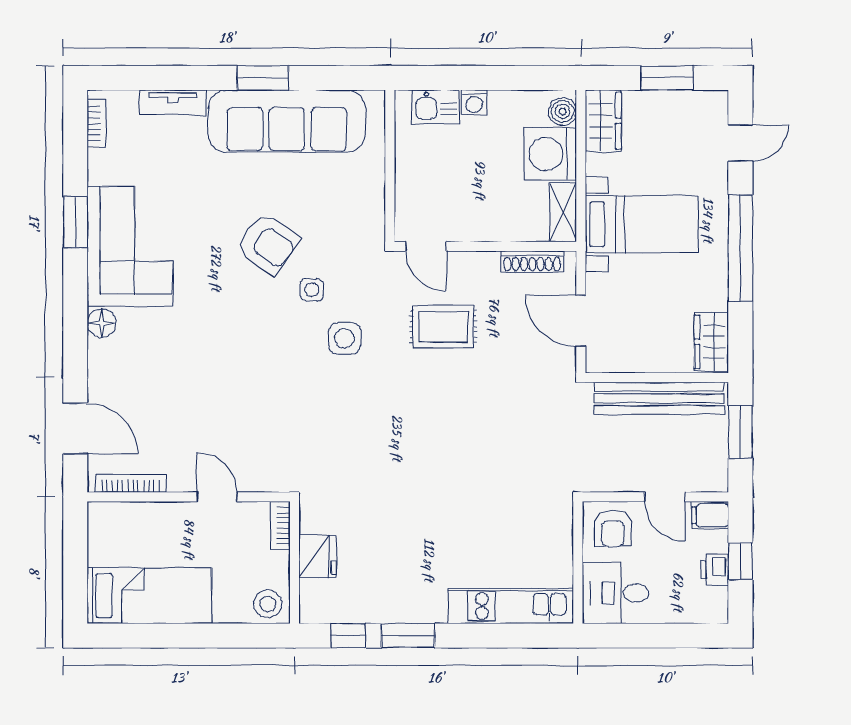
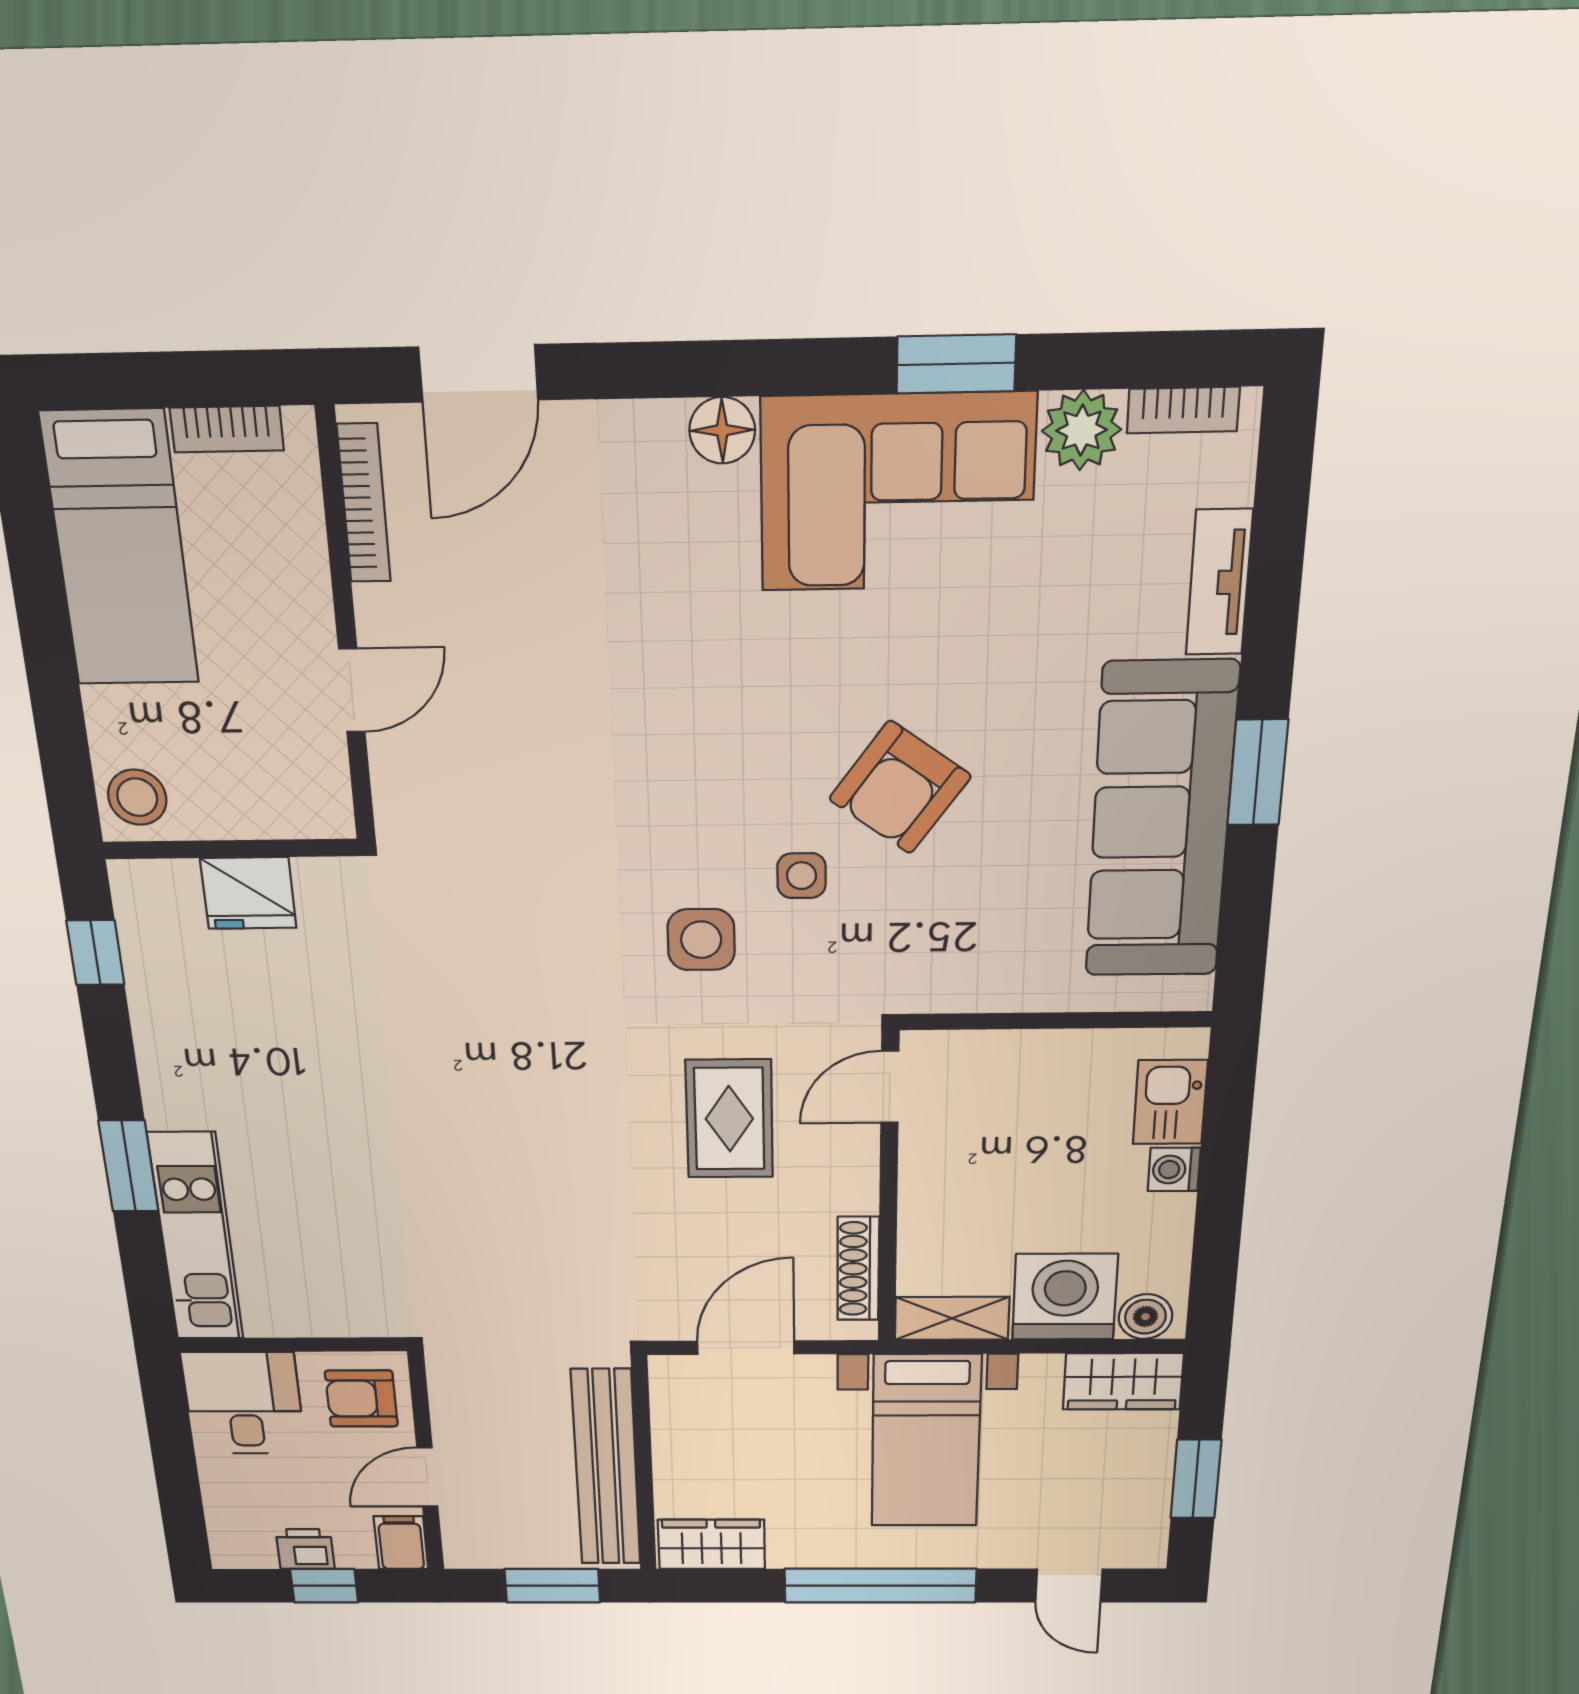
plant: (105, 167) -> (1082, 430), added
bookcase: (280, 526) -> (227, 429), moved, turned 180
window: (408, 636) -> (129, 1166), moved

